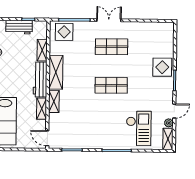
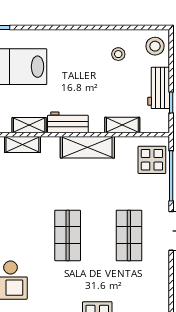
workbench: (40, 80) -> (68, 122), width x0.73
shelving: (54, 101) -> (22, 144), moved

